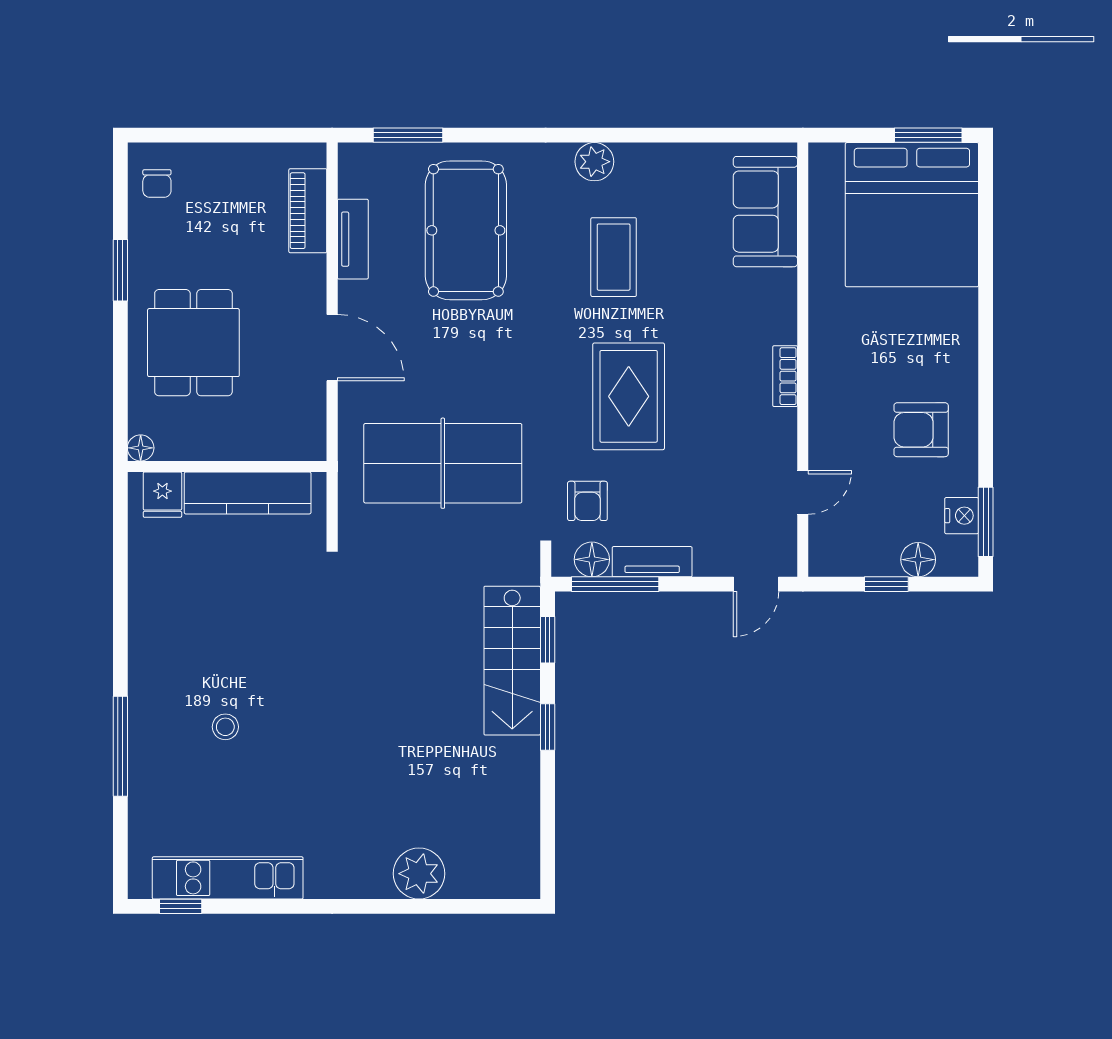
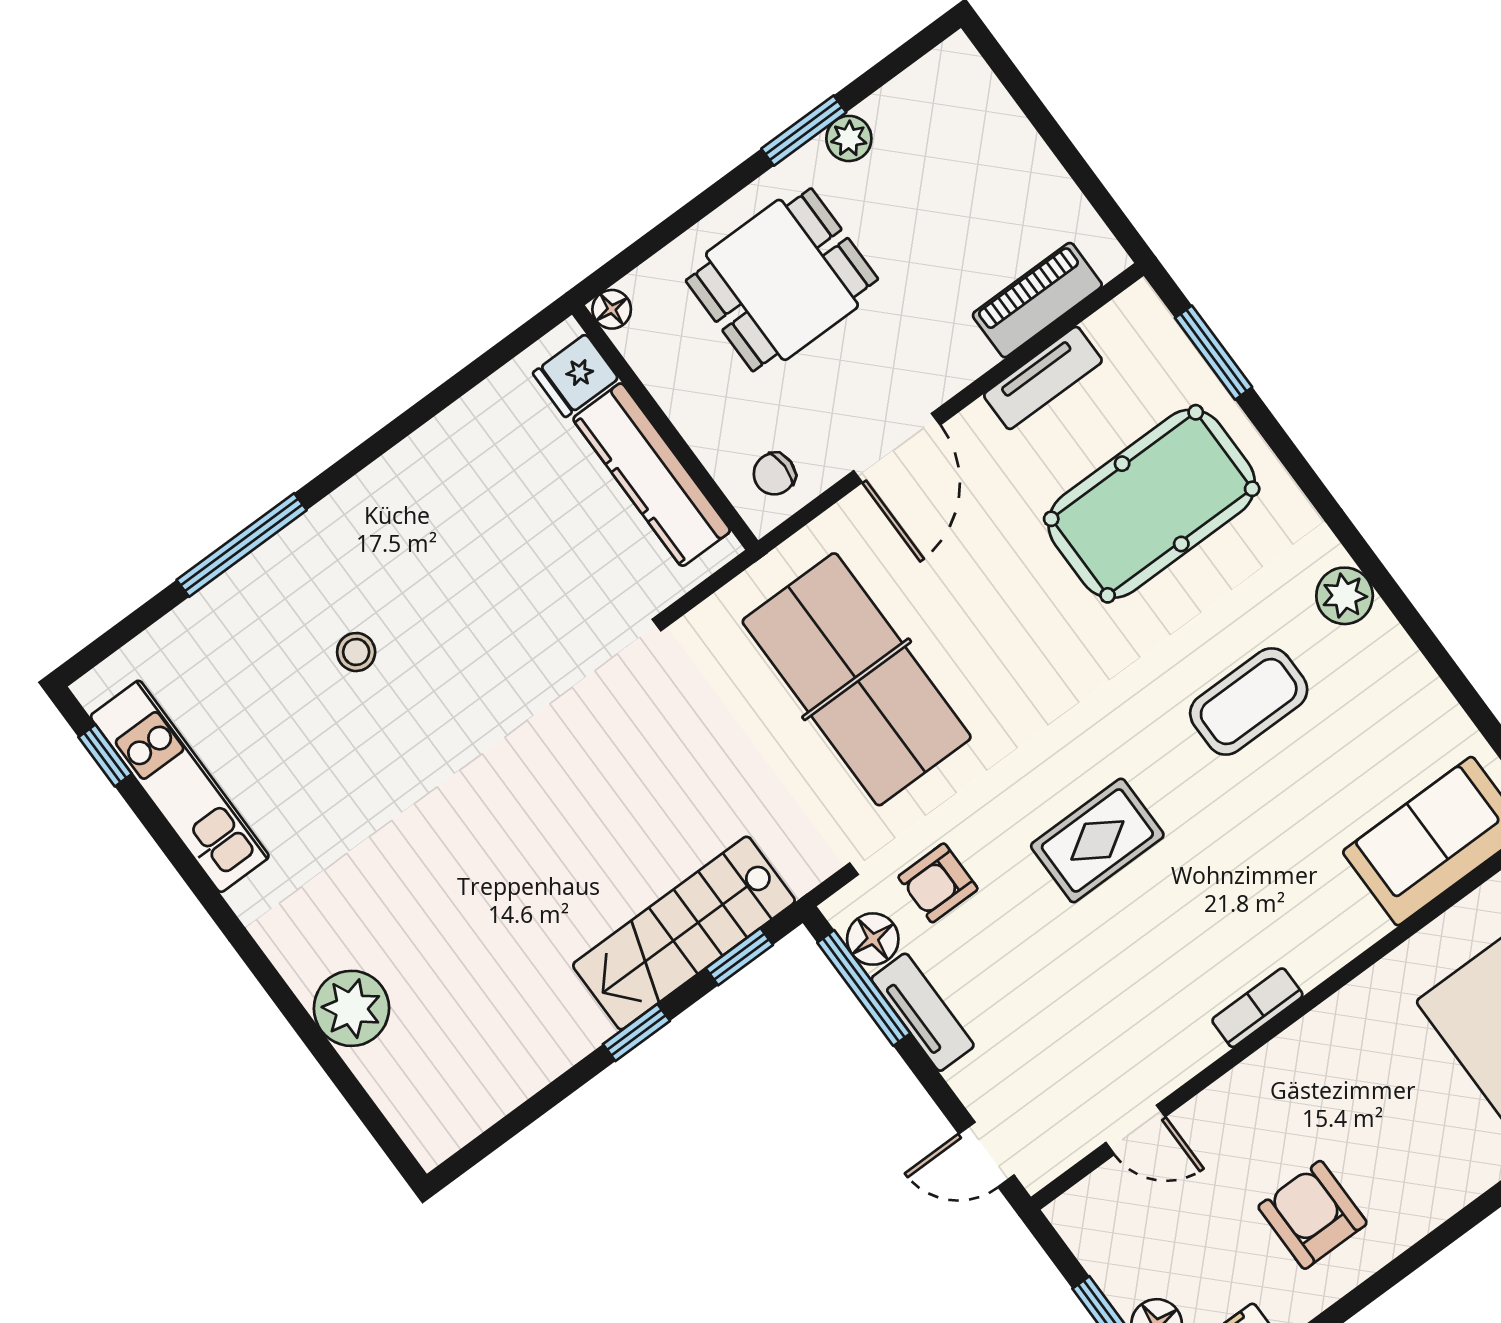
chair: (157, 183) -> (774, 474), moved
plant: (143, 249) -> (849, 138), added
rug: (629, 396) -> (1097, 840), width x0.73, depth x0.70

